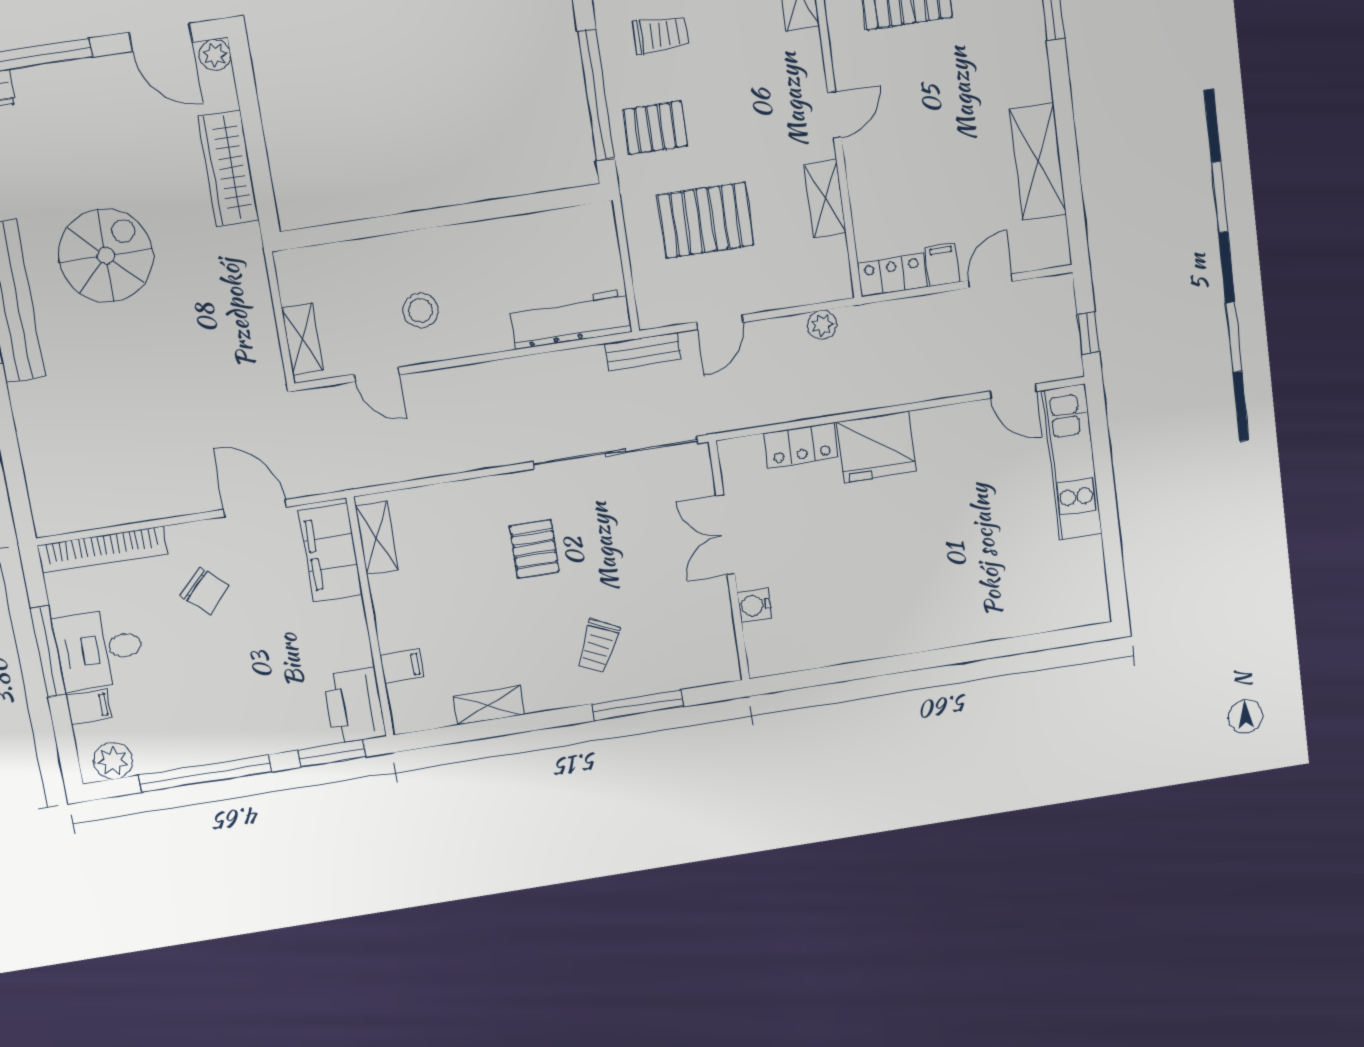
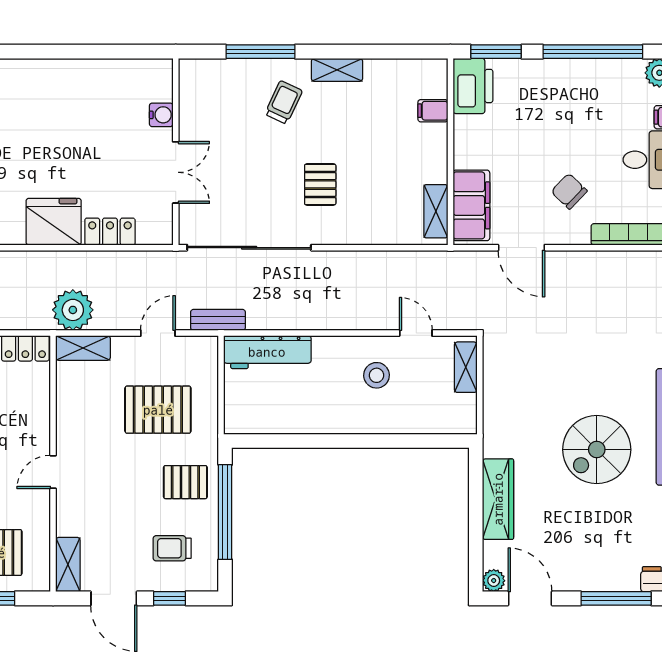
shelving: (825, 199) -> (83, 348), moved, turned 90
plant: (822, 325) -> (73, 310), width x1.87, depth x1.87
shelving: (489, 705) -> (337, 70), moved

